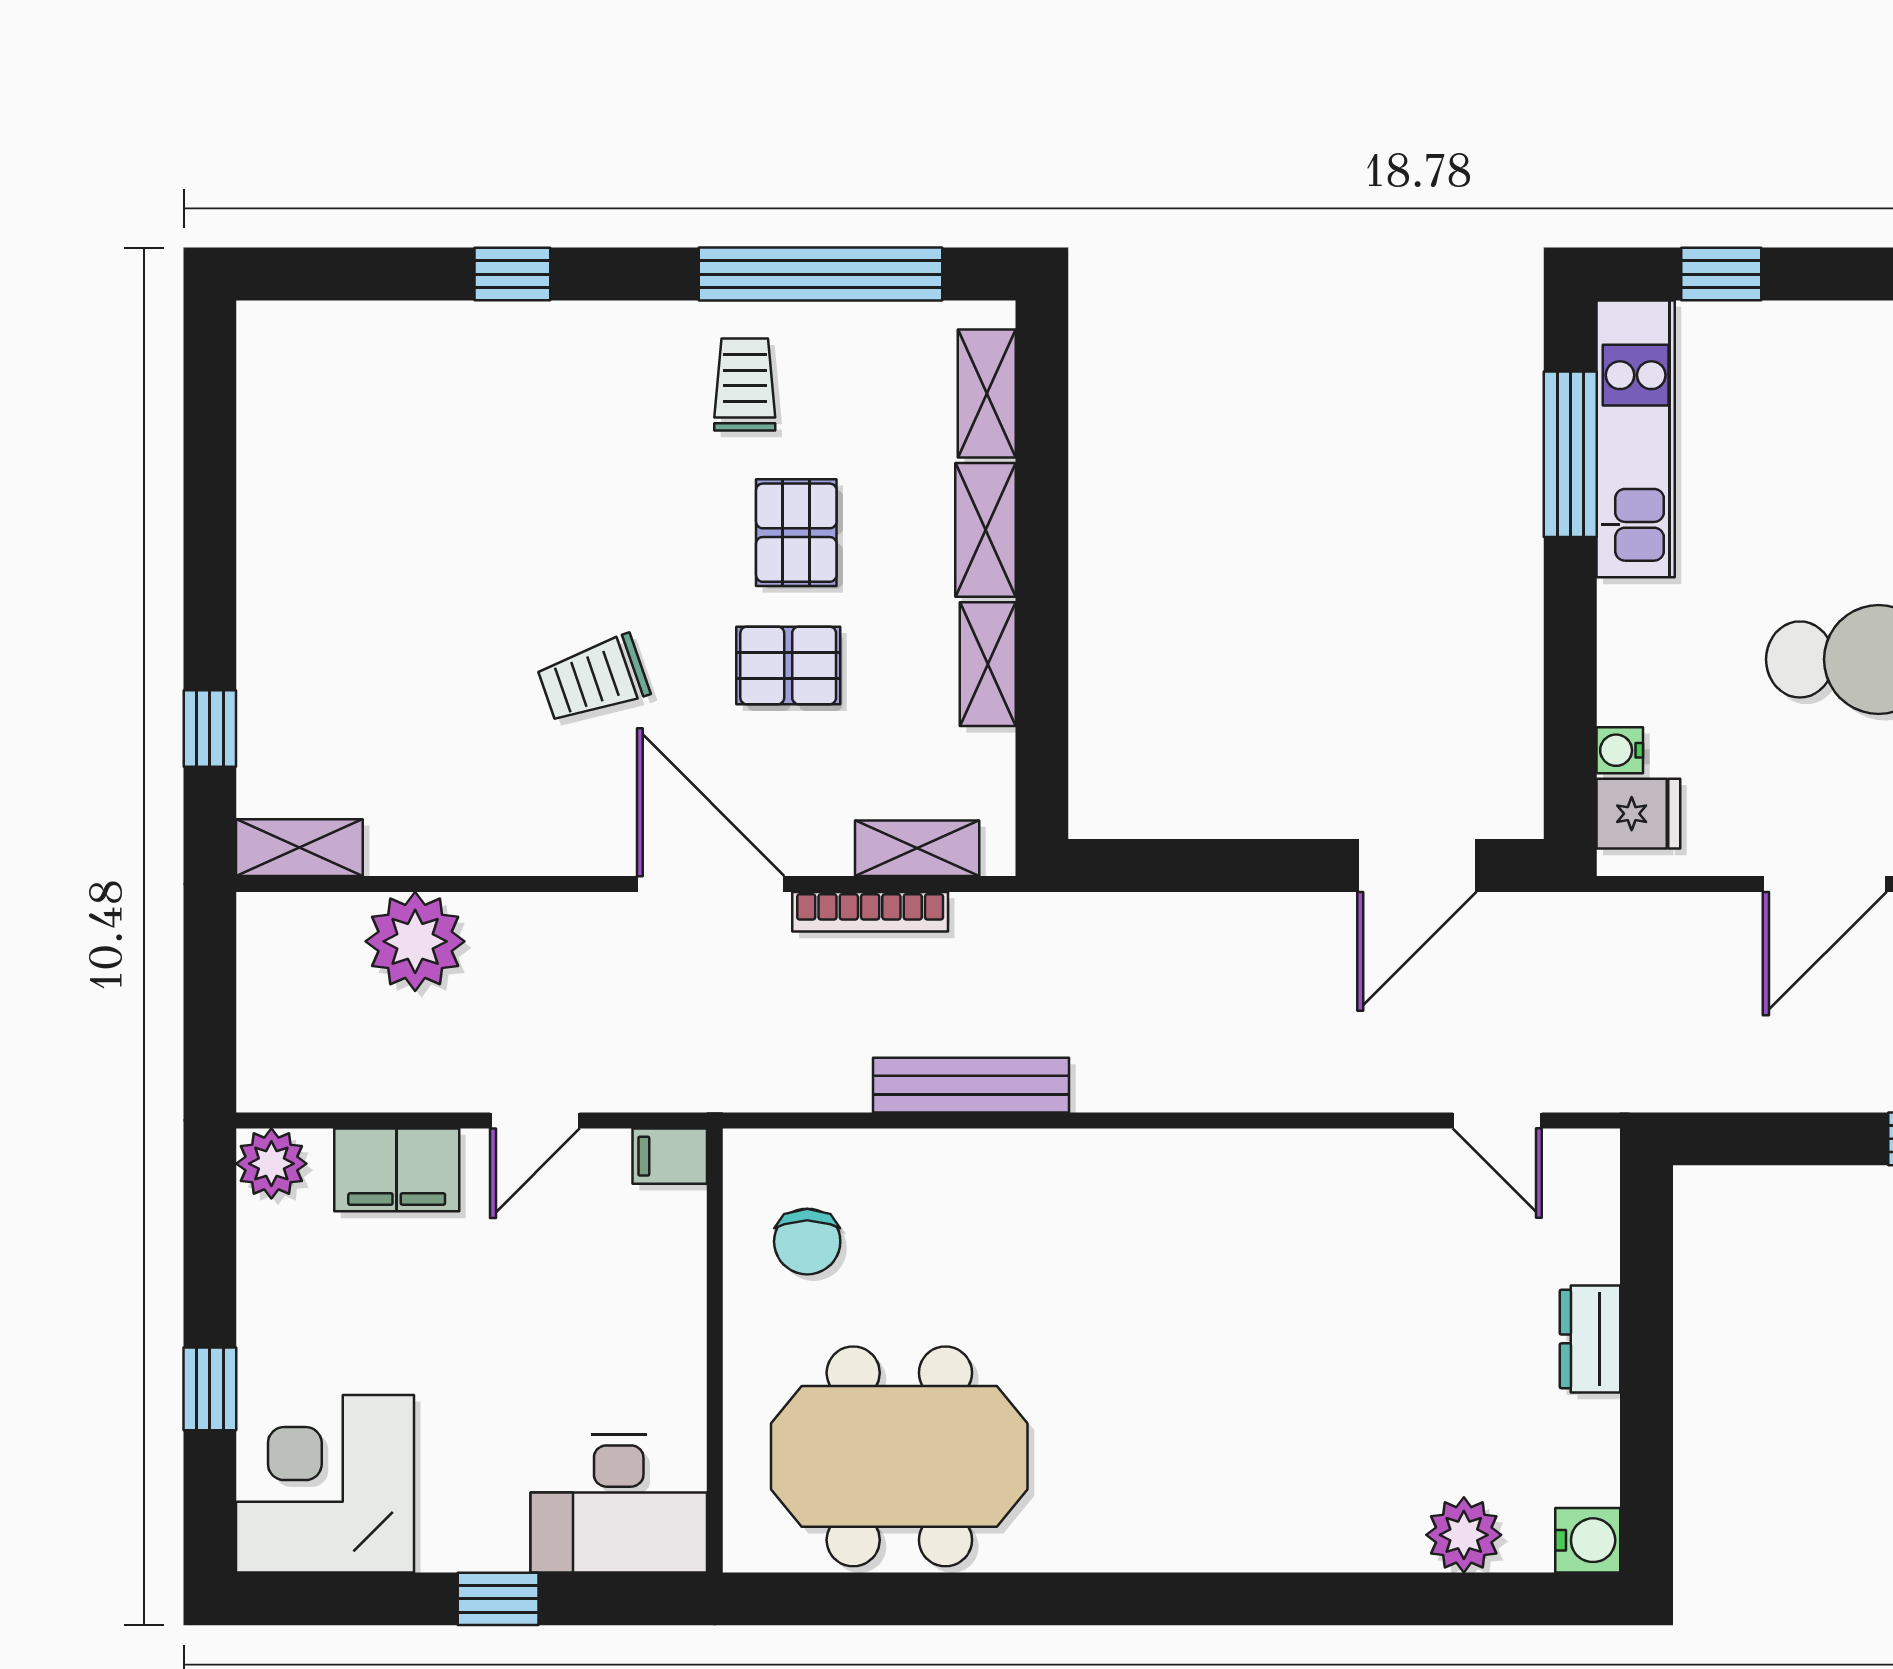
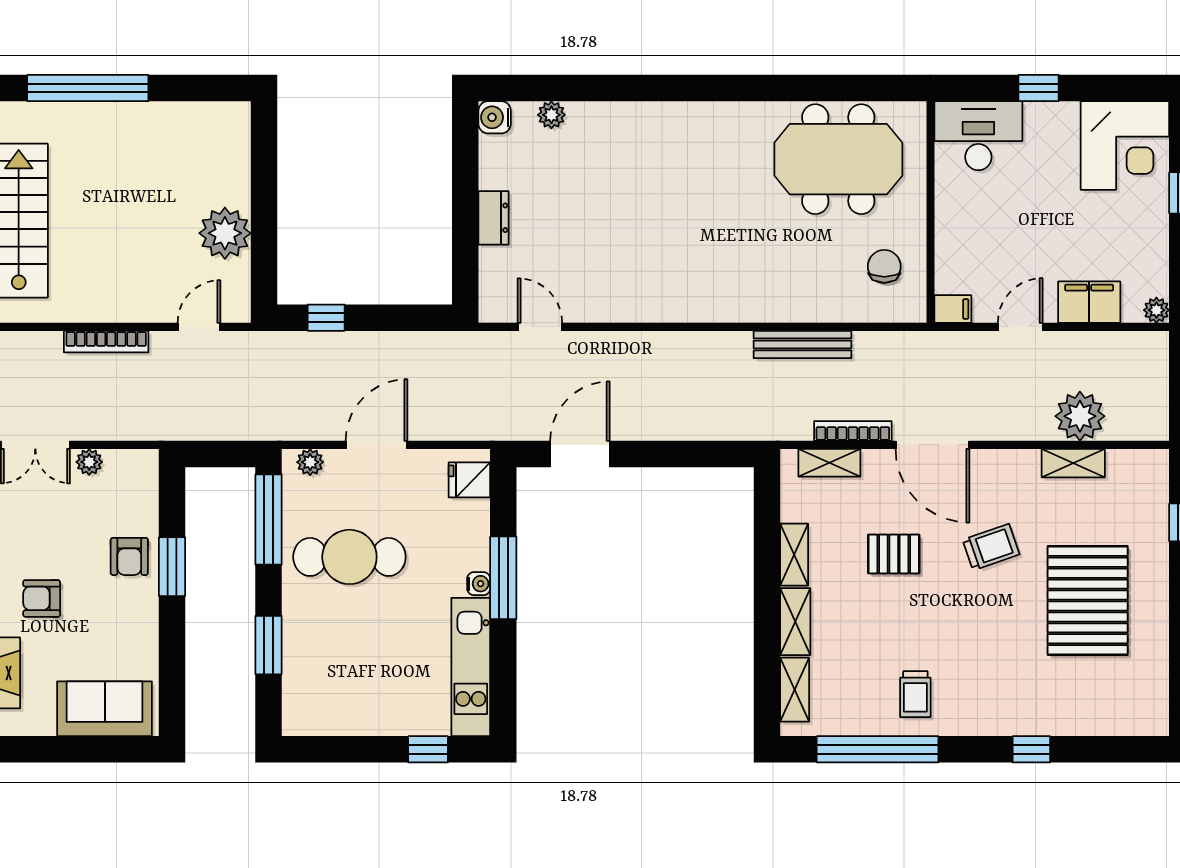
window: (1570, 454) -> (503, 578), moved
pallet: (796, 533) -> (1088, 601), moved, width x2.05, depth x2.00
water cooler: (1620, 750) -> (479, 584), moved
shelving: (299, 848) -> (1073, 463), moved
plant: (271, 1164) -> (1156, 310), width x0.73, depth x0.73
plant: (1464, 1535) -> (551, 115), width x0.73, depth x0.73

